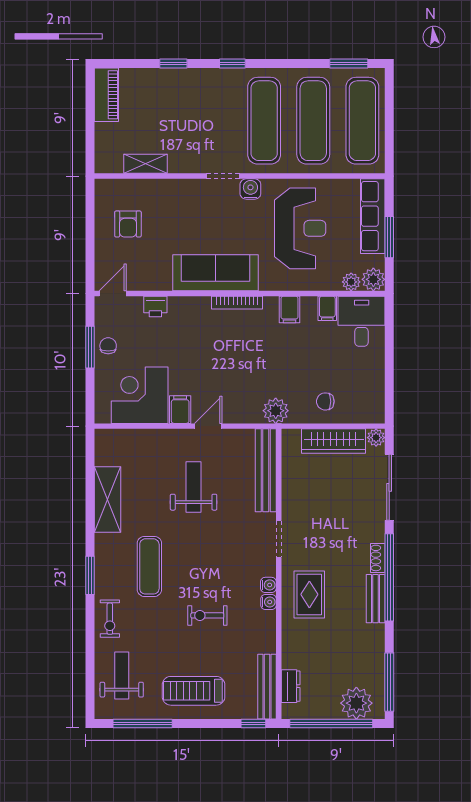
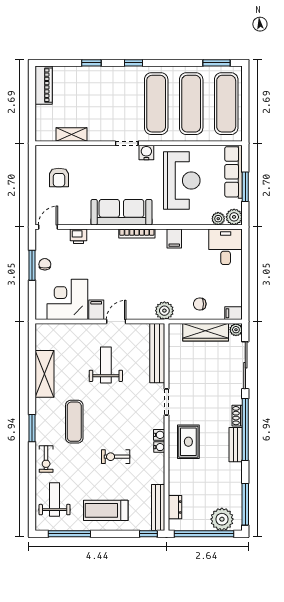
filing cabinet: (327, 308) -> (234, 313), moved, turned 90

